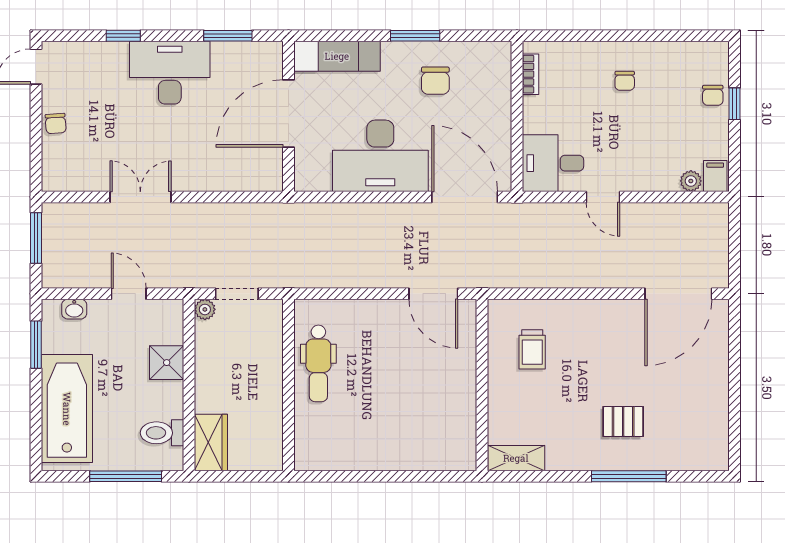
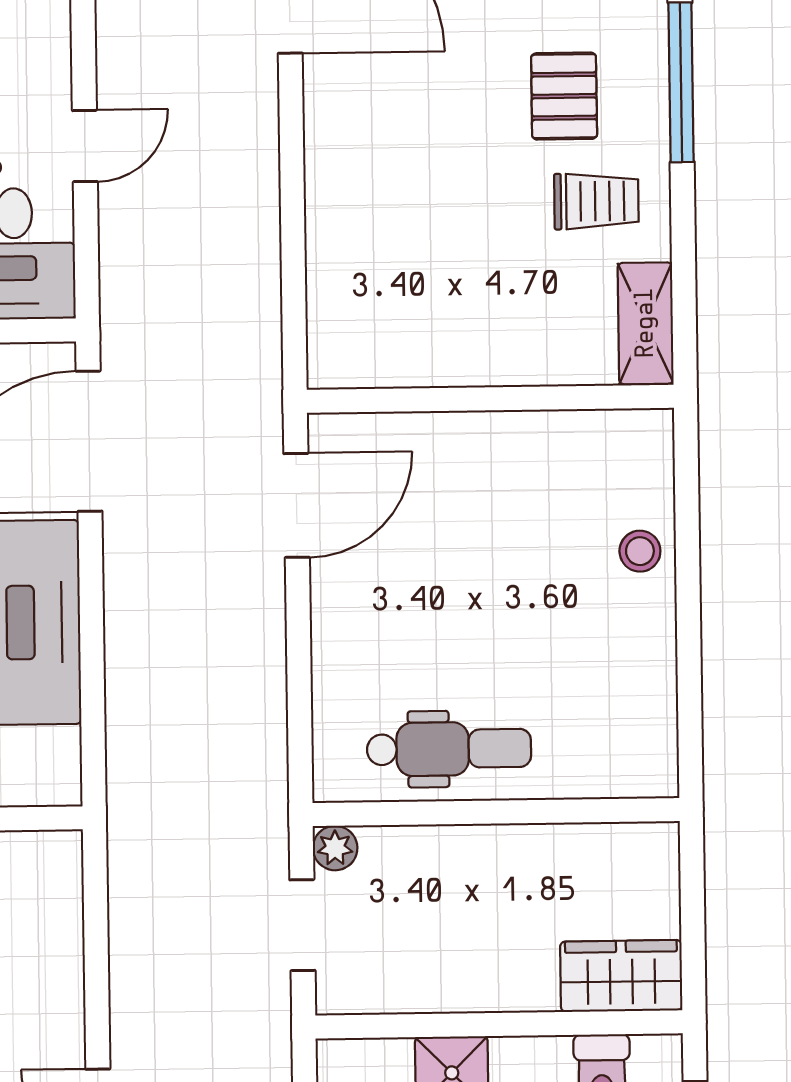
plant: (205, 309) -> (335, 848), moved
trolley: (532, 349) -> (596, 201), moved
stool: (410, 454) -> (640, 551), added

